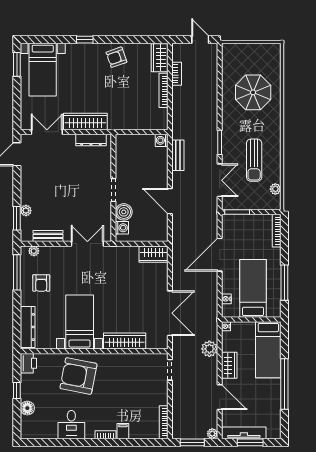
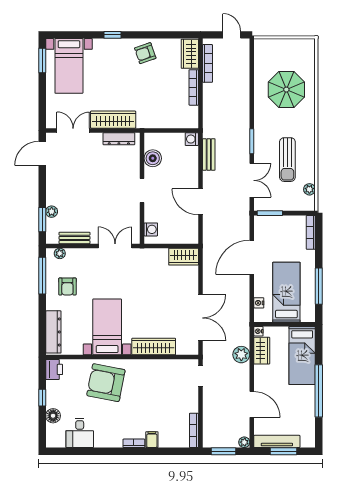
bookcase: (177, 74) -> (207, 63), width x1.56
boiler: (124, 212) -> (153, 158), moved
wardrobe: (229, 365) -> (262, 351), moved
desk: (71, 425) -> (80, 433), moved

